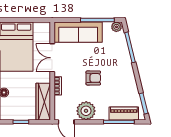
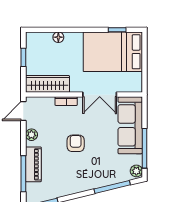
double door: (52, 58) -> (100, 95), swing flipped
armchair: (93, 78) -> (76, 143), turned 180
plant: (86, 111) -> (31, 135), width x0.53, depth x0.53
piano: (124, 114) -> (33, 164), moved

